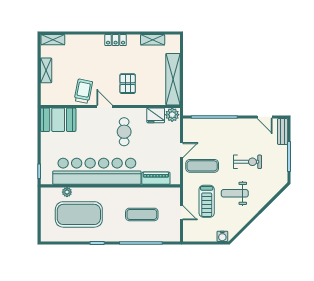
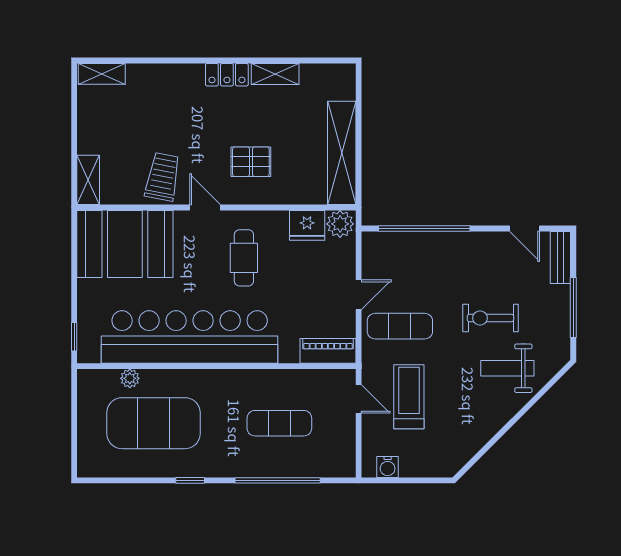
shelving: (153, 40) -> (275, 74), moved
shelving: (46, 70) -> (88, 180), moved
pallet: (128, 84) -> (251, 162), turned 90
booth: (58, 120) -> (125, 244), width x1.36, depth x1.42
exercise bike: (247, 162) -> (490, 318), turned 180
piano: (156, 178) -> (328, 351), moved
weight bench: (235, 193) -> (507, 368), moved
treadmill: (207, 201) -> (409, 397), turned 180
door: (182, 213) -> (359, 399), moved
water cooler: (222, 236) -> (388, 467), moved

